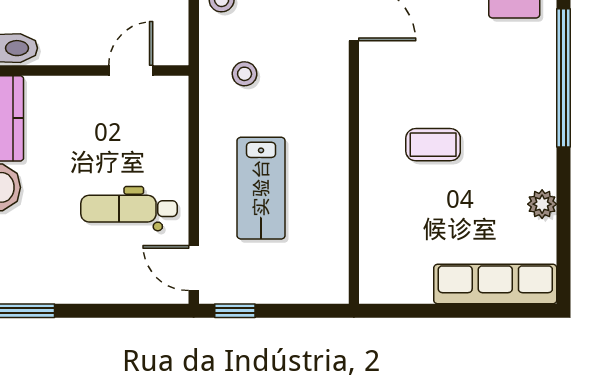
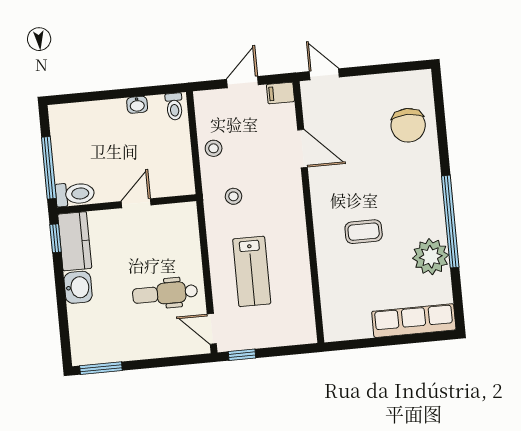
door: (131, 70) -> (136, 203), moved
window: (563, 78) -> (450, 222), moved
plant: (542, 204) -> (431, 257), width x1.88, depth x1.88

